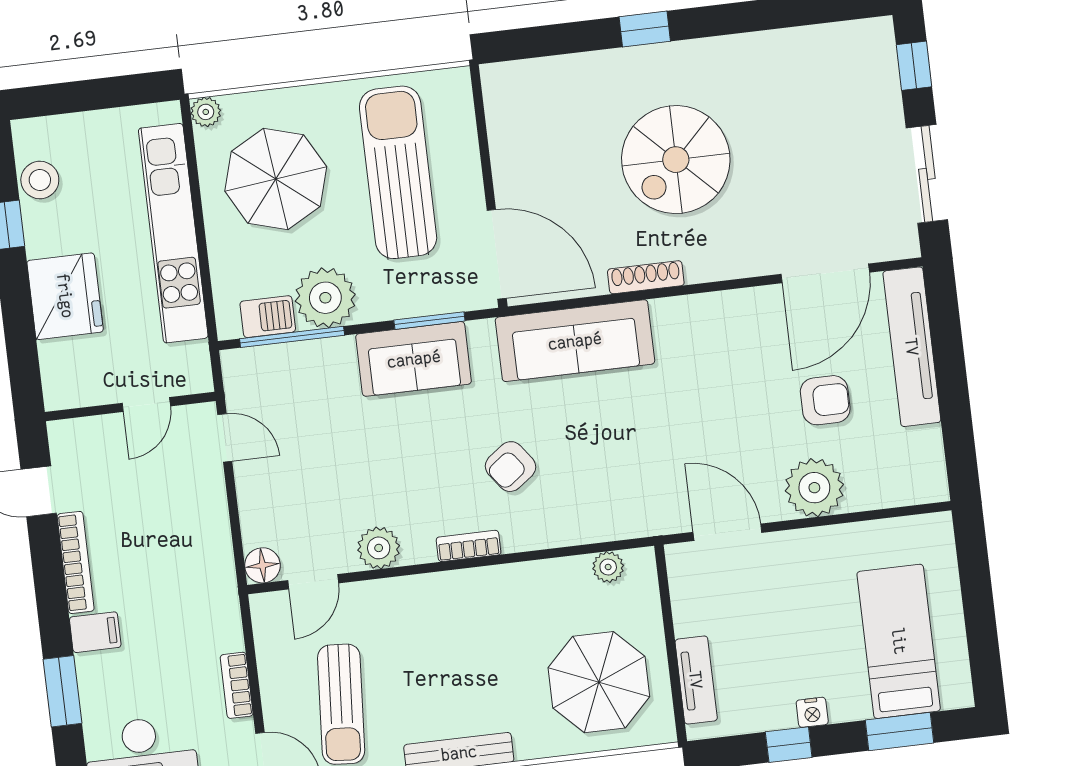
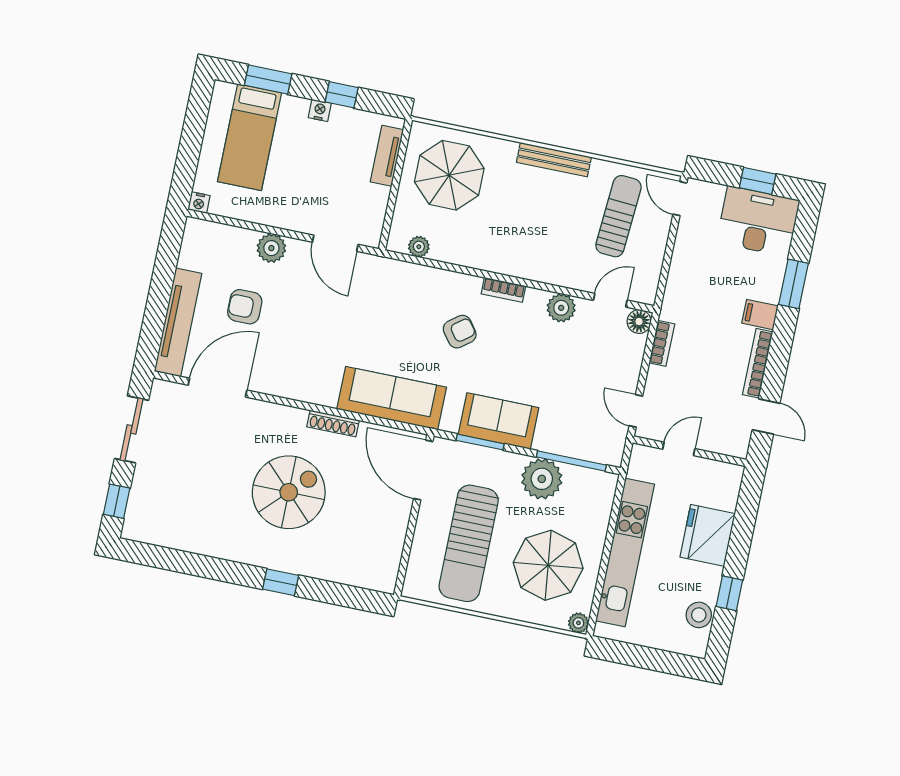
barbecue: (268, 317) -> (583, 479), removed
plant: (814, 488) -> (271, 248), width x0.73, depth x0.73
nightstand: (939, 525) -> (199, 203), added
bookcase: (237, 685) -> (662, 343), moved

